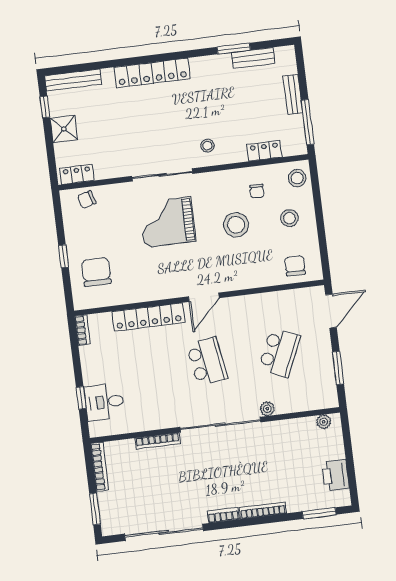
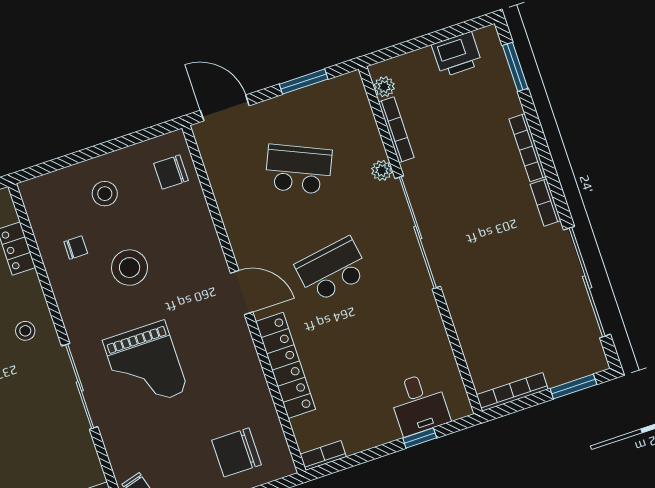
stool: (297, 178) -> (46, 194), removed
bookcase: (158, 441) -> (396, 130), moved

